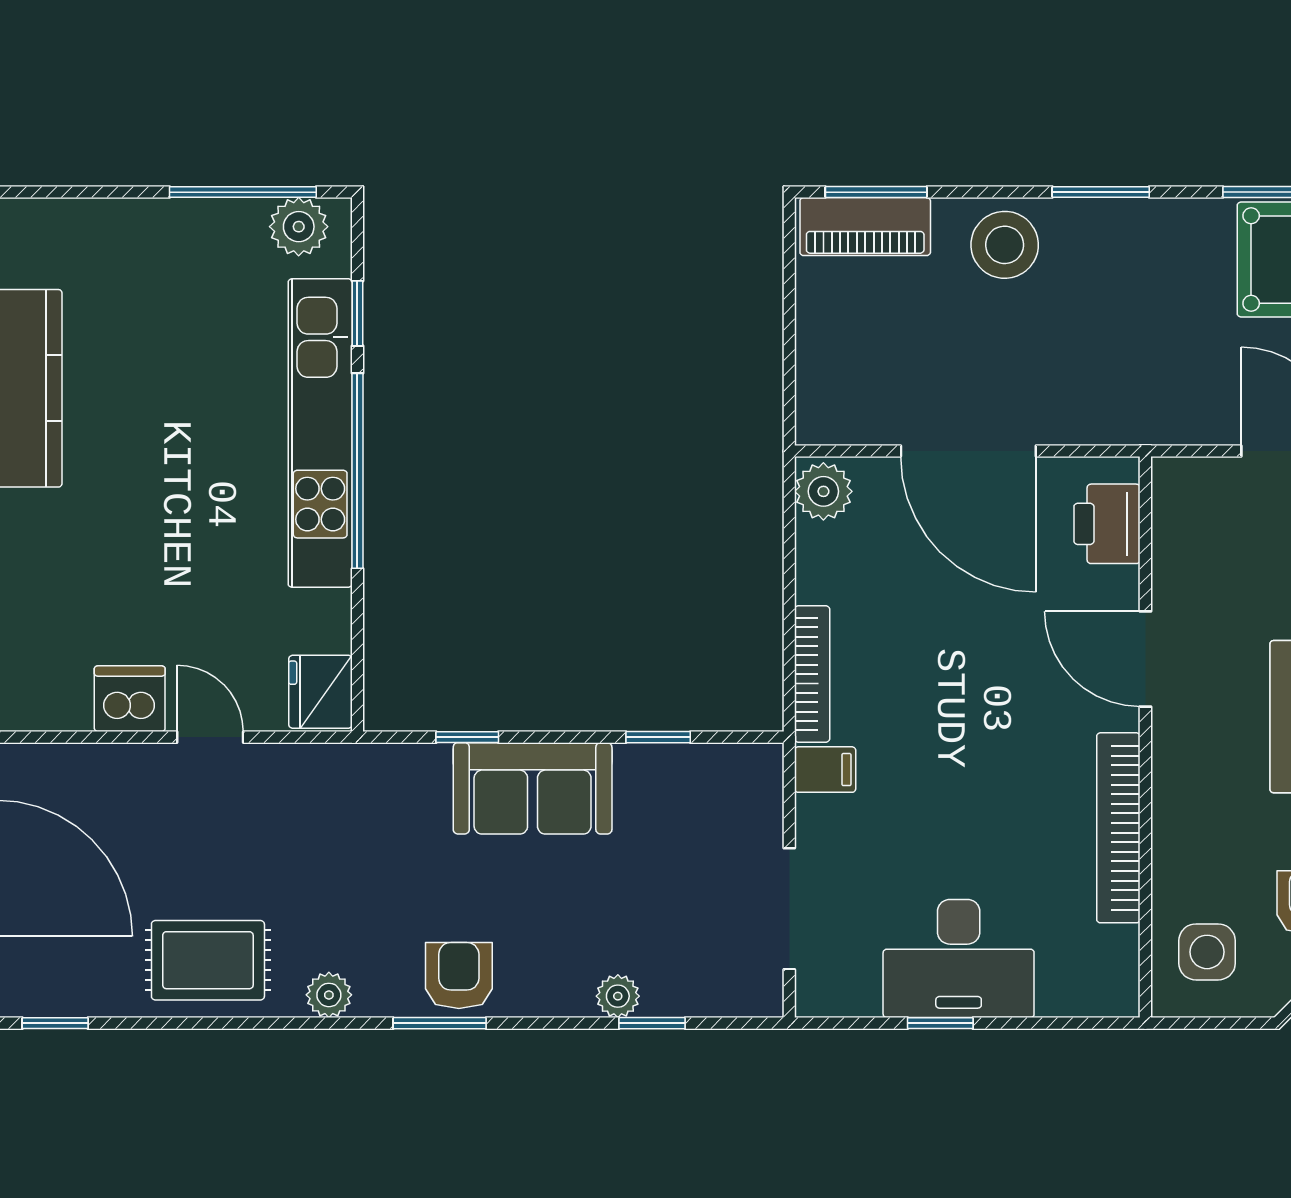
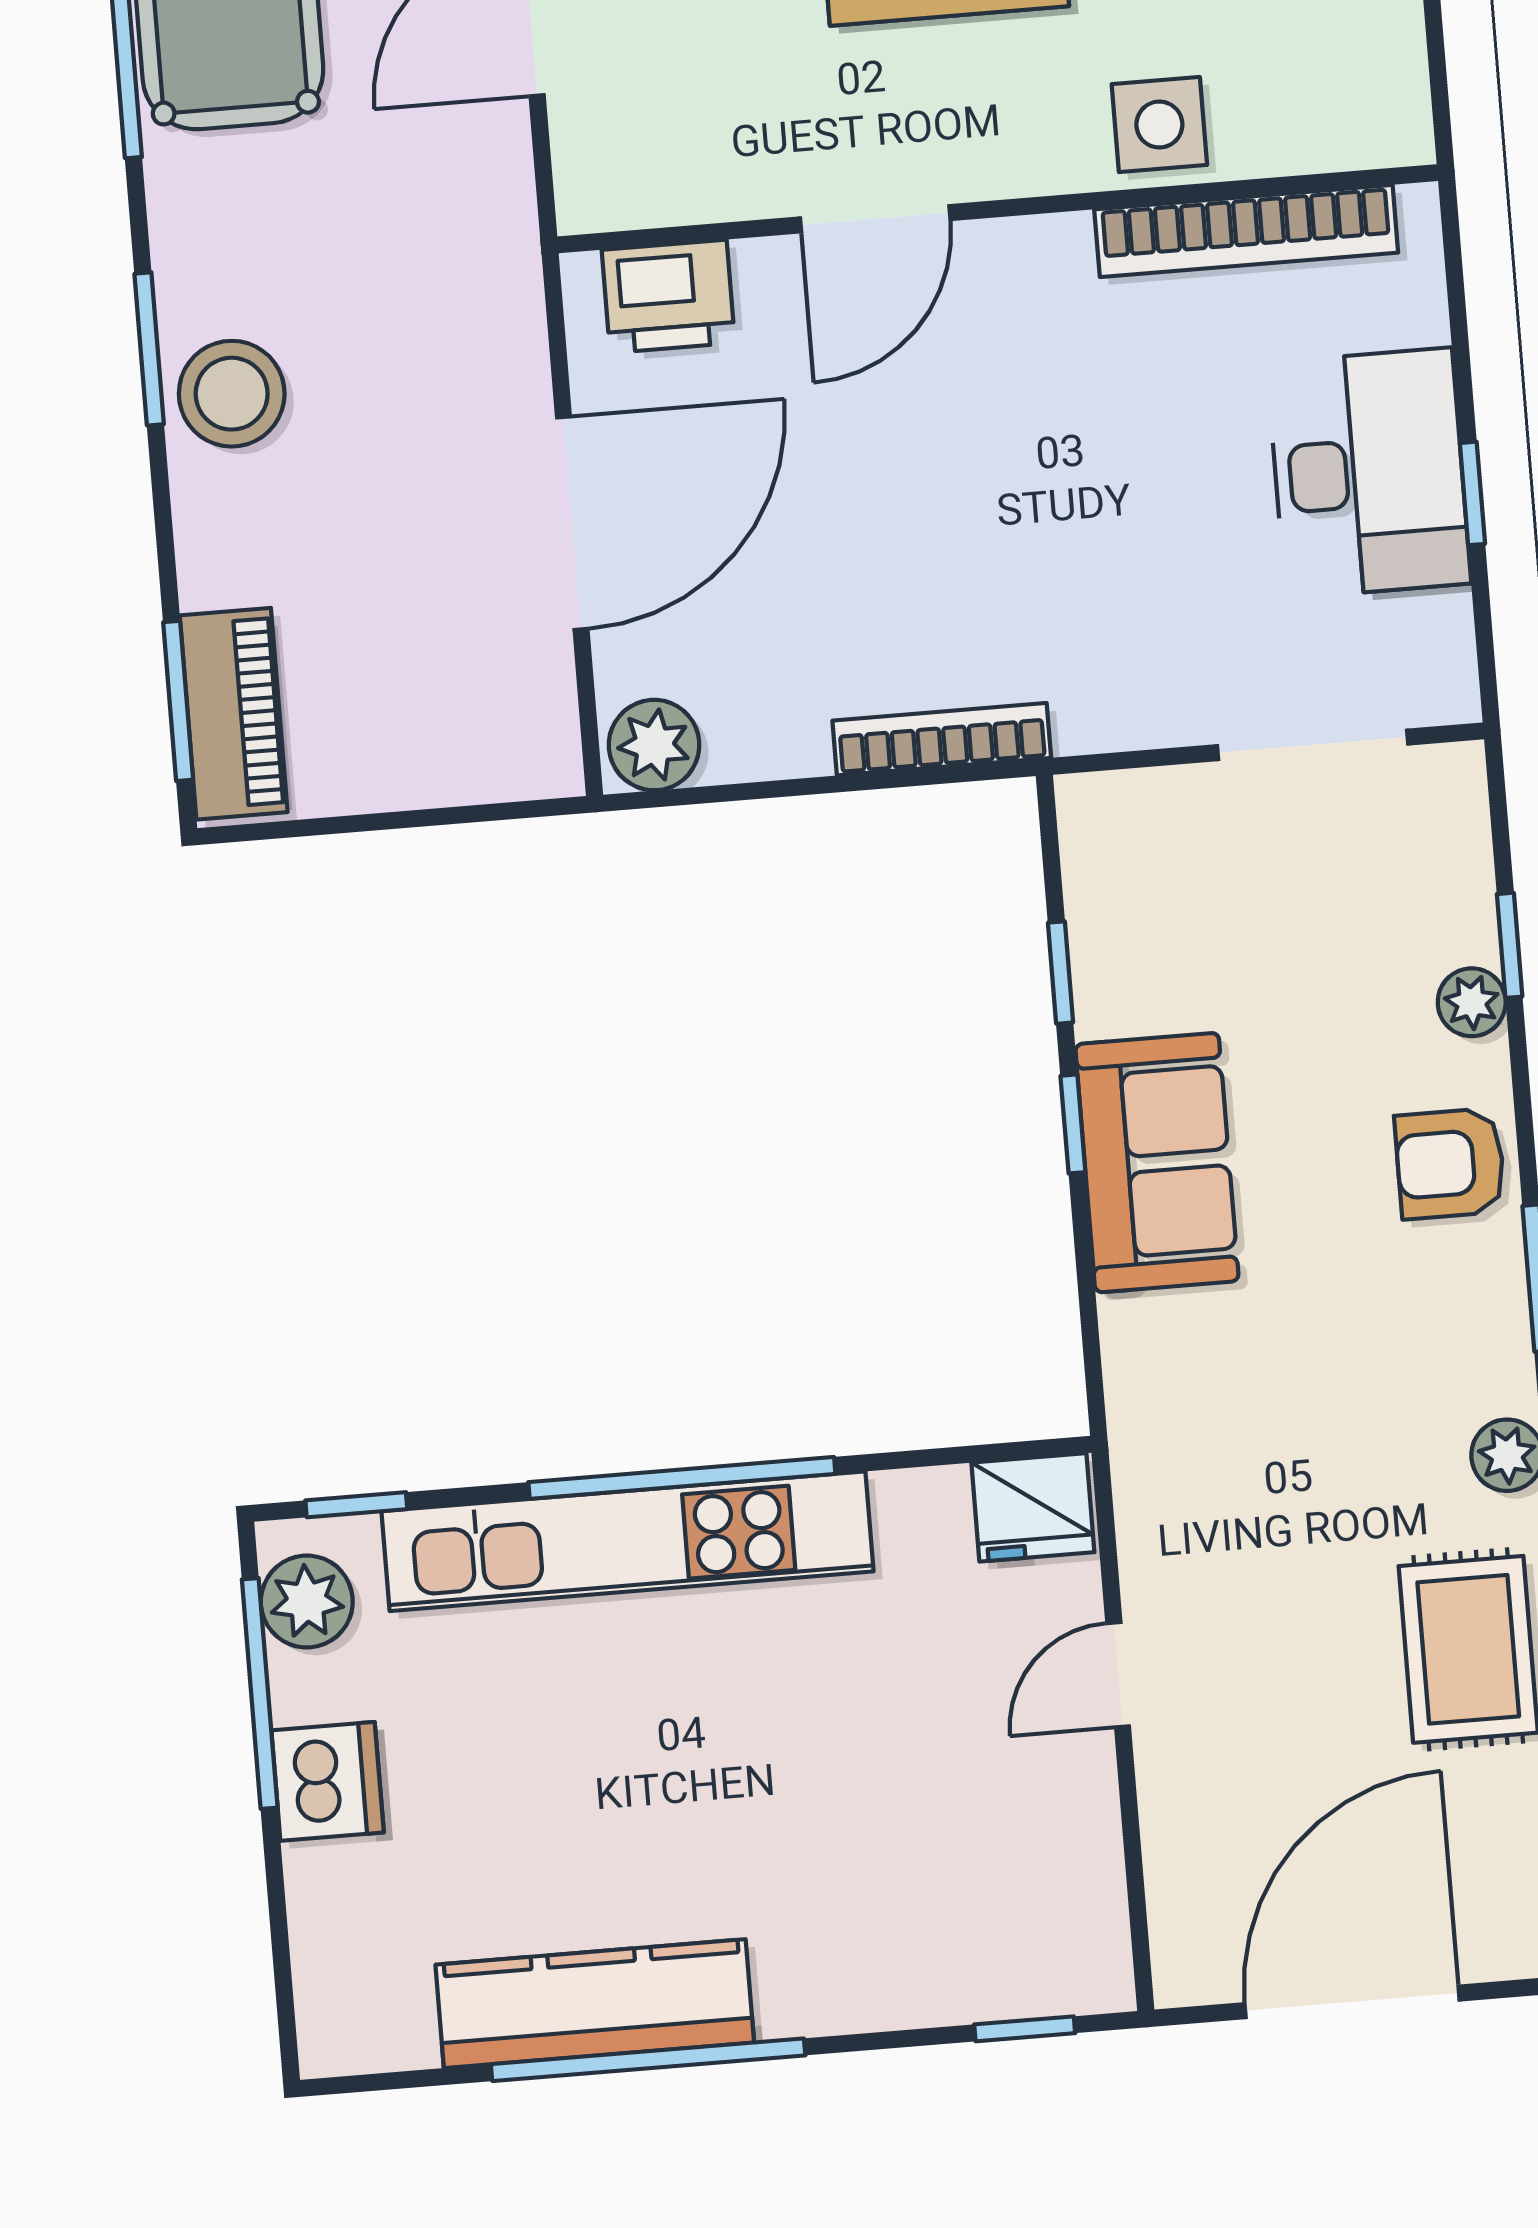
stool: (1005, 245) -> (232, 394), moved
window: (357, 313) -> (356, 1505), moved
dishwasher: (130, 699) -> (328, 1781), moved, turned 180
window: (467, 737) -> (1073, 1124), moved
filing cabinet: (825, 770) -> (1090, 707), removed
bookcase: (1118, 828) -> (1246, 231), moved
side table: (1207, 952) -> (1159, 125), moved
armchair: (459, 976) -> (1450, 1164), moved

